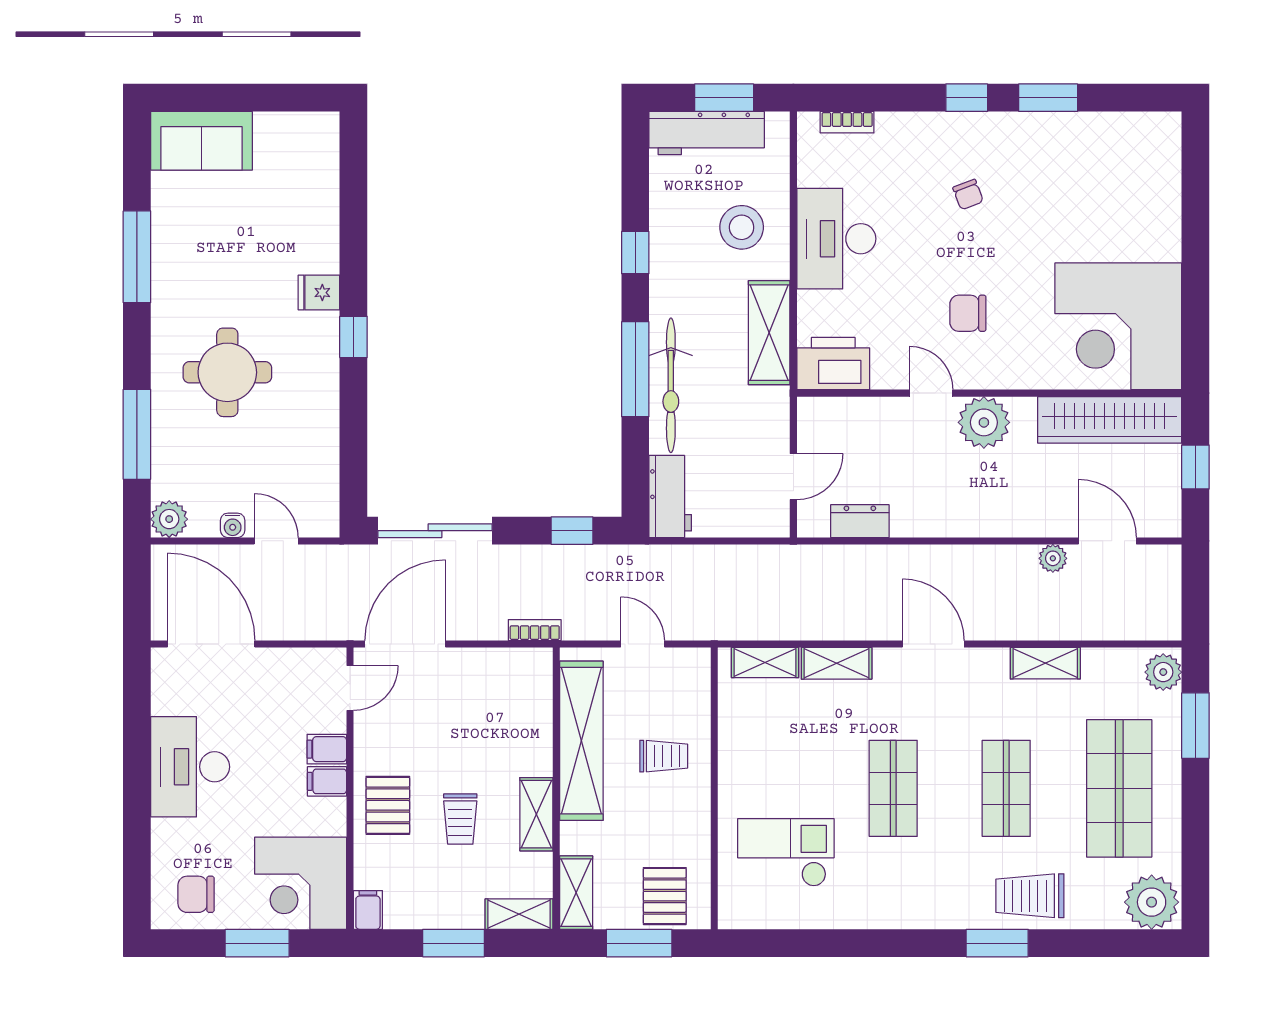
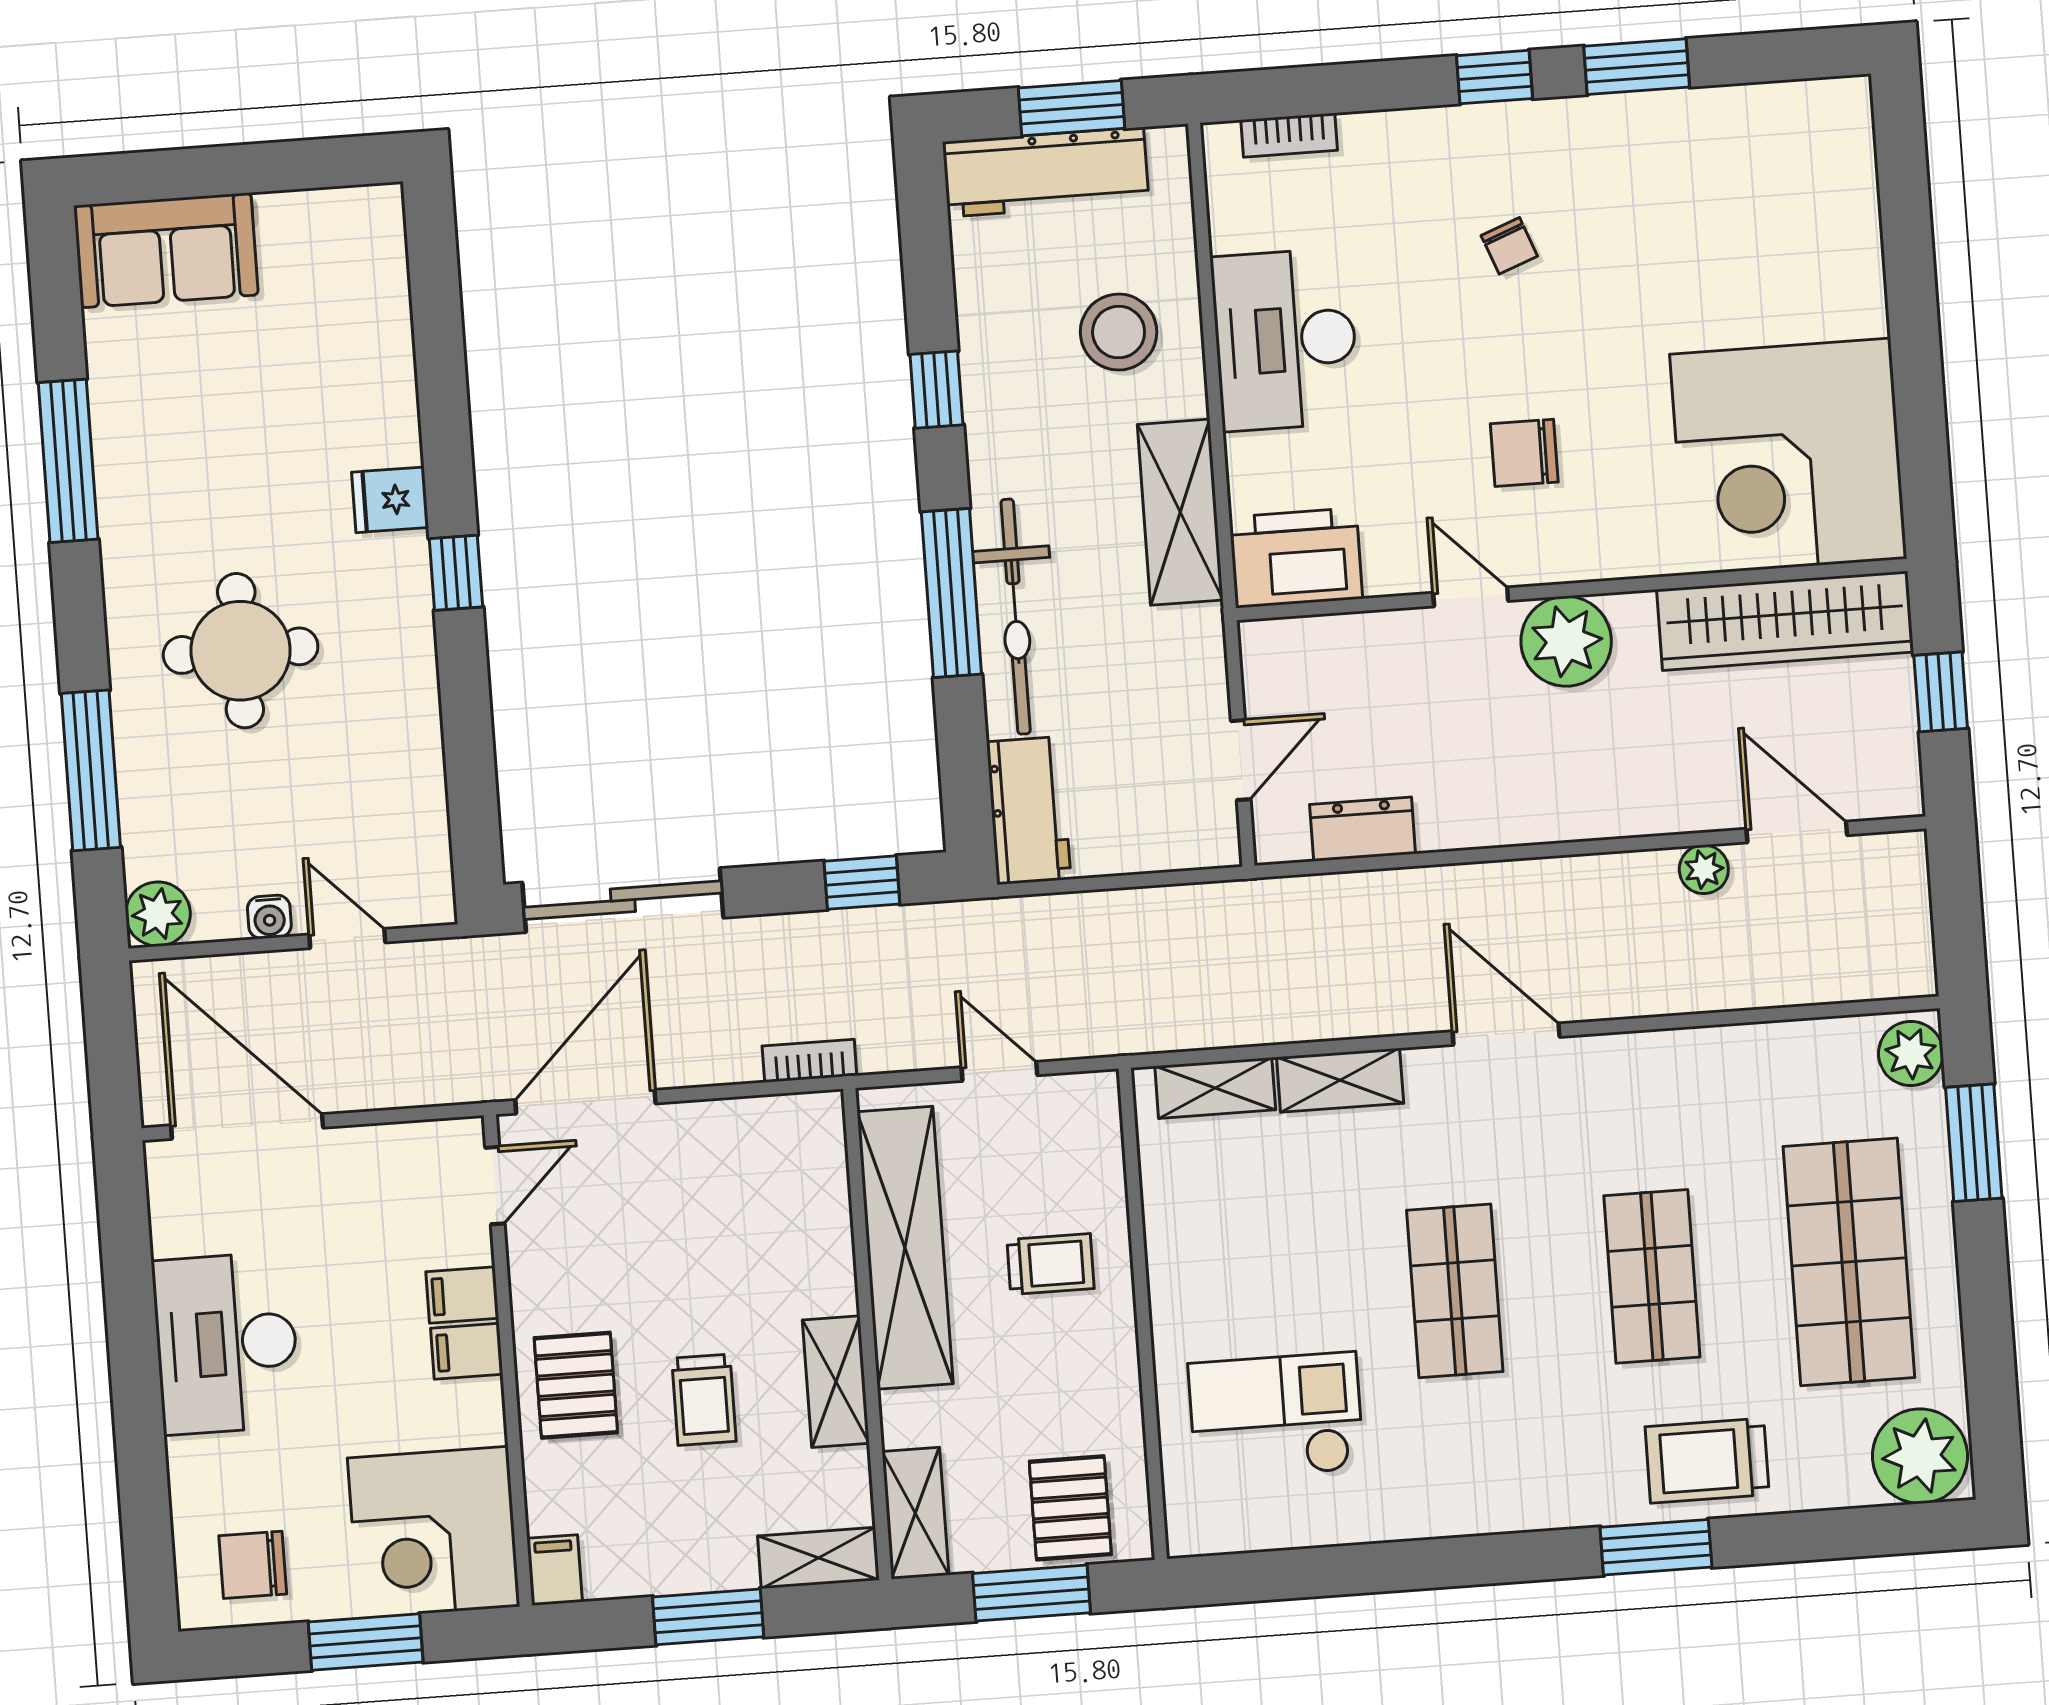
shelving: (1045, 663) -> (1704, 1053), removed

